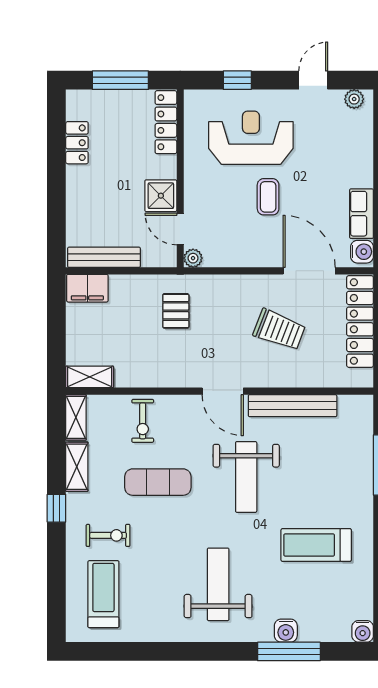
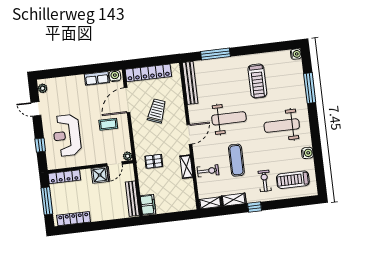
locker: (77, 143) -> (74, 219), width x1.53
coffee table: (268, 197) -> (108, 124), moved
shelving: (90, 377) -> (186, 167), moved
bench: (293, 406) -> (190, 83), moved
water cooler: (286, 631) -> (307, 153), moved

